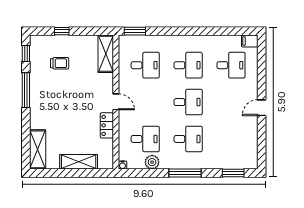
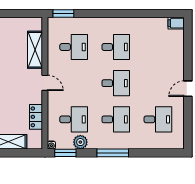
shelving: (106, 54) -> (35, 50), moved
desk: (231, 65) -> (158, 119), moved
locker: (107, 125) -> (36, 117), moved
window: (233, 173) -> (65, 153), moved

